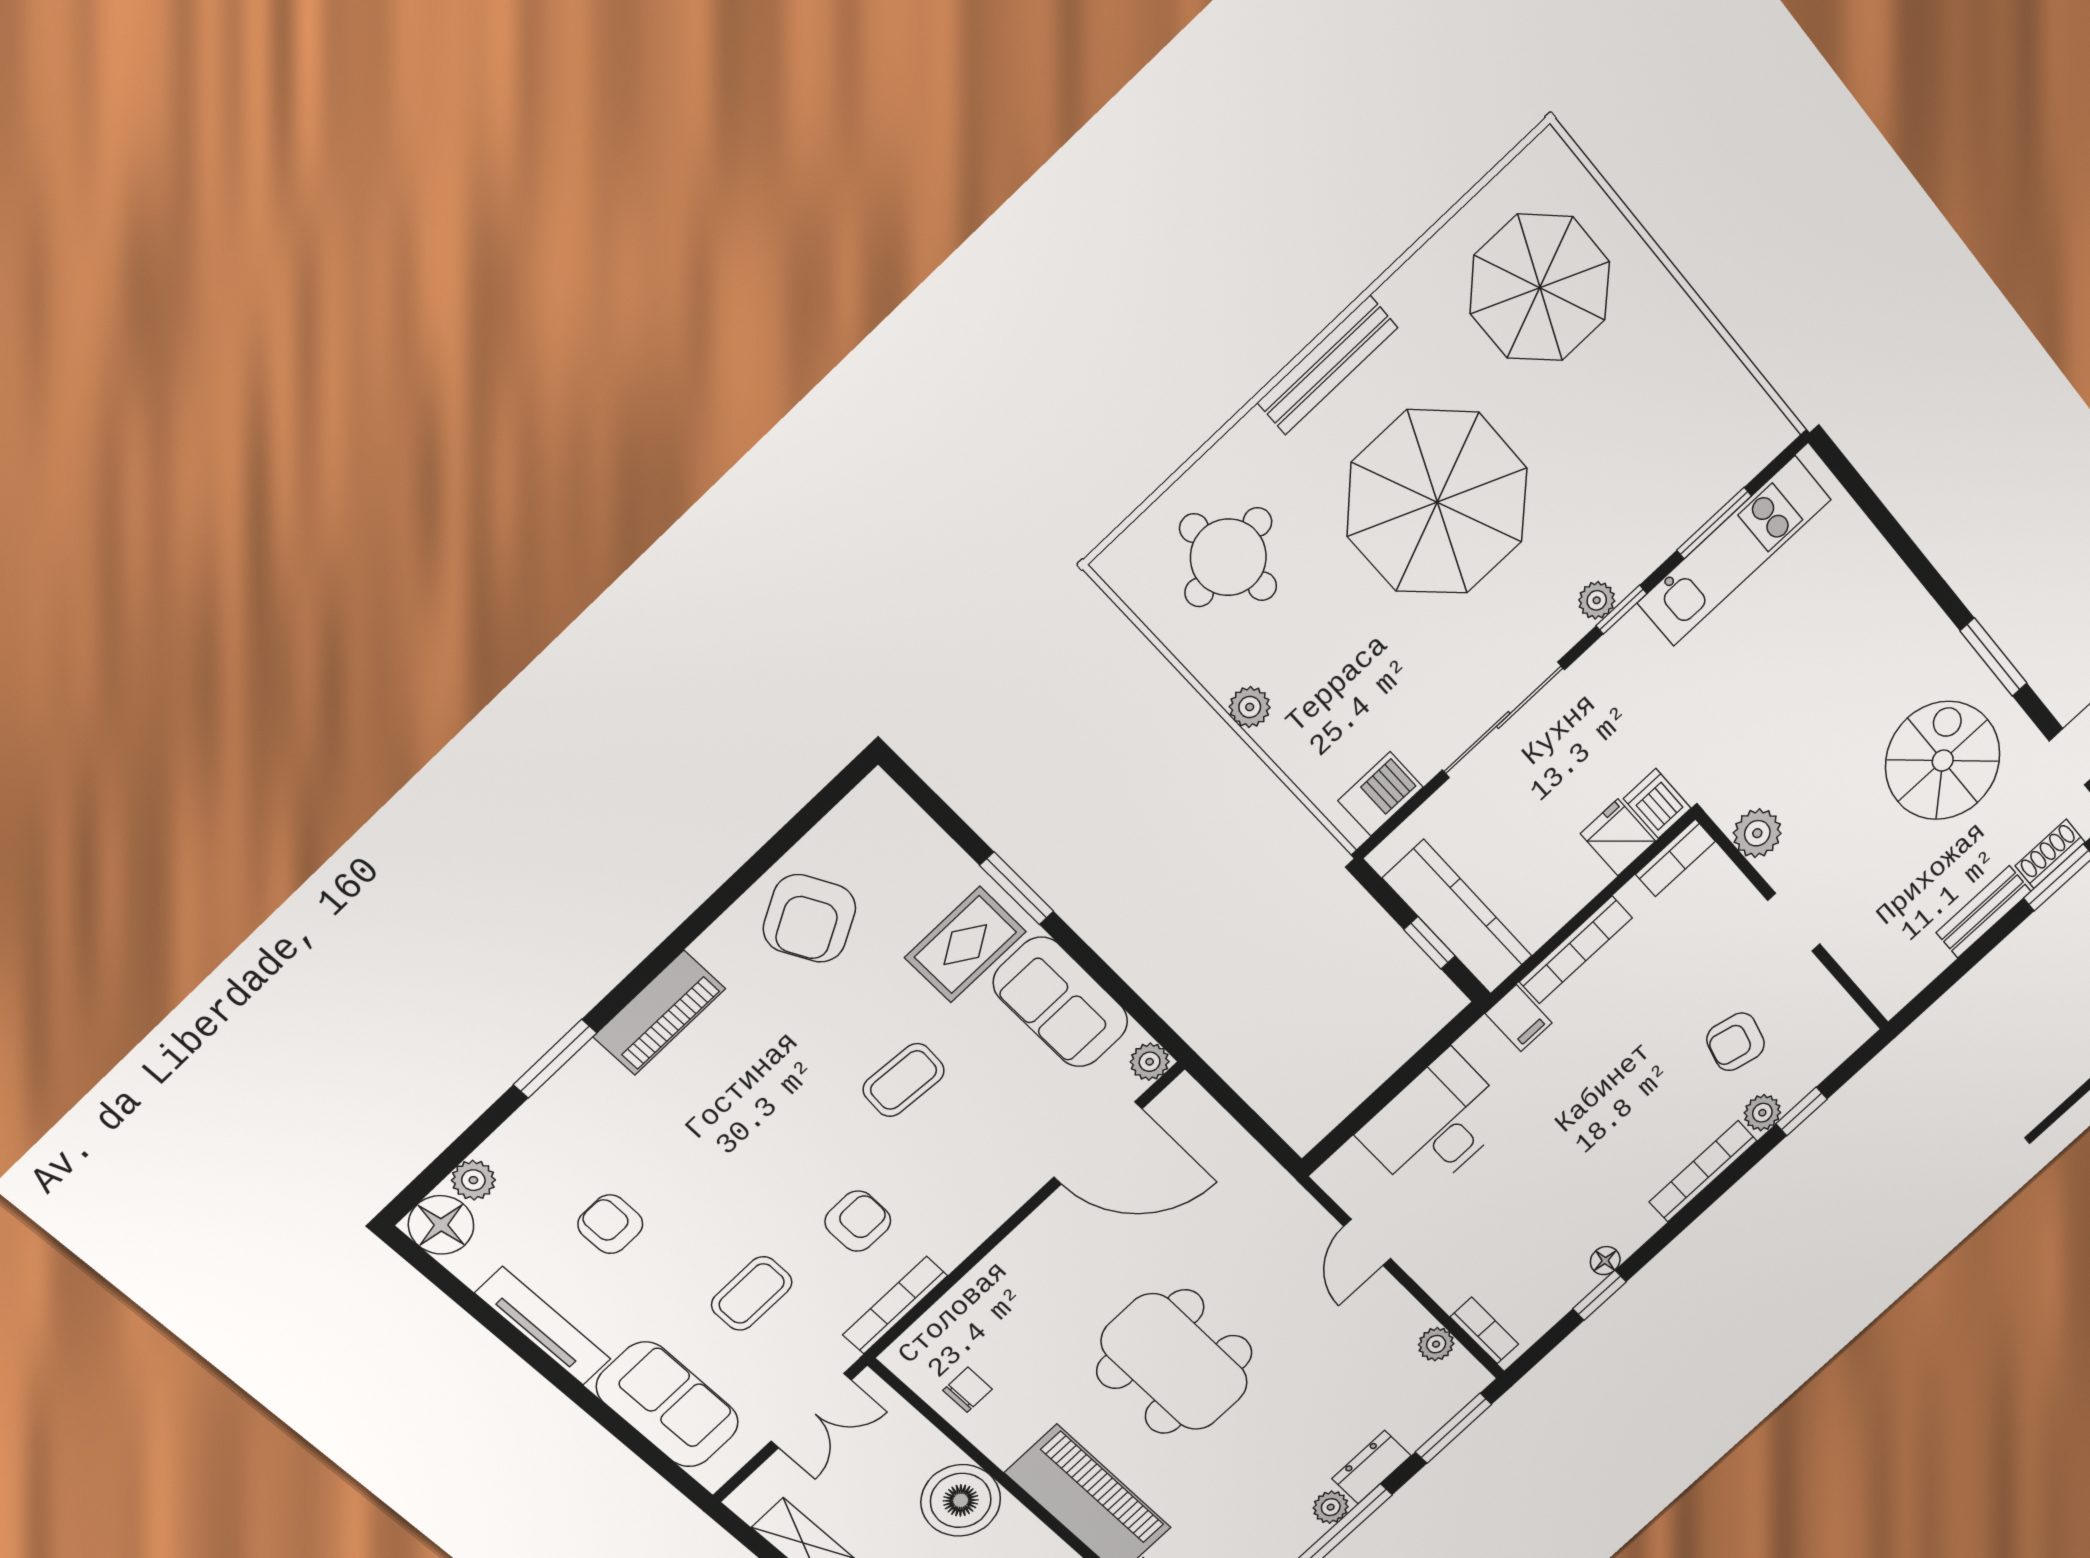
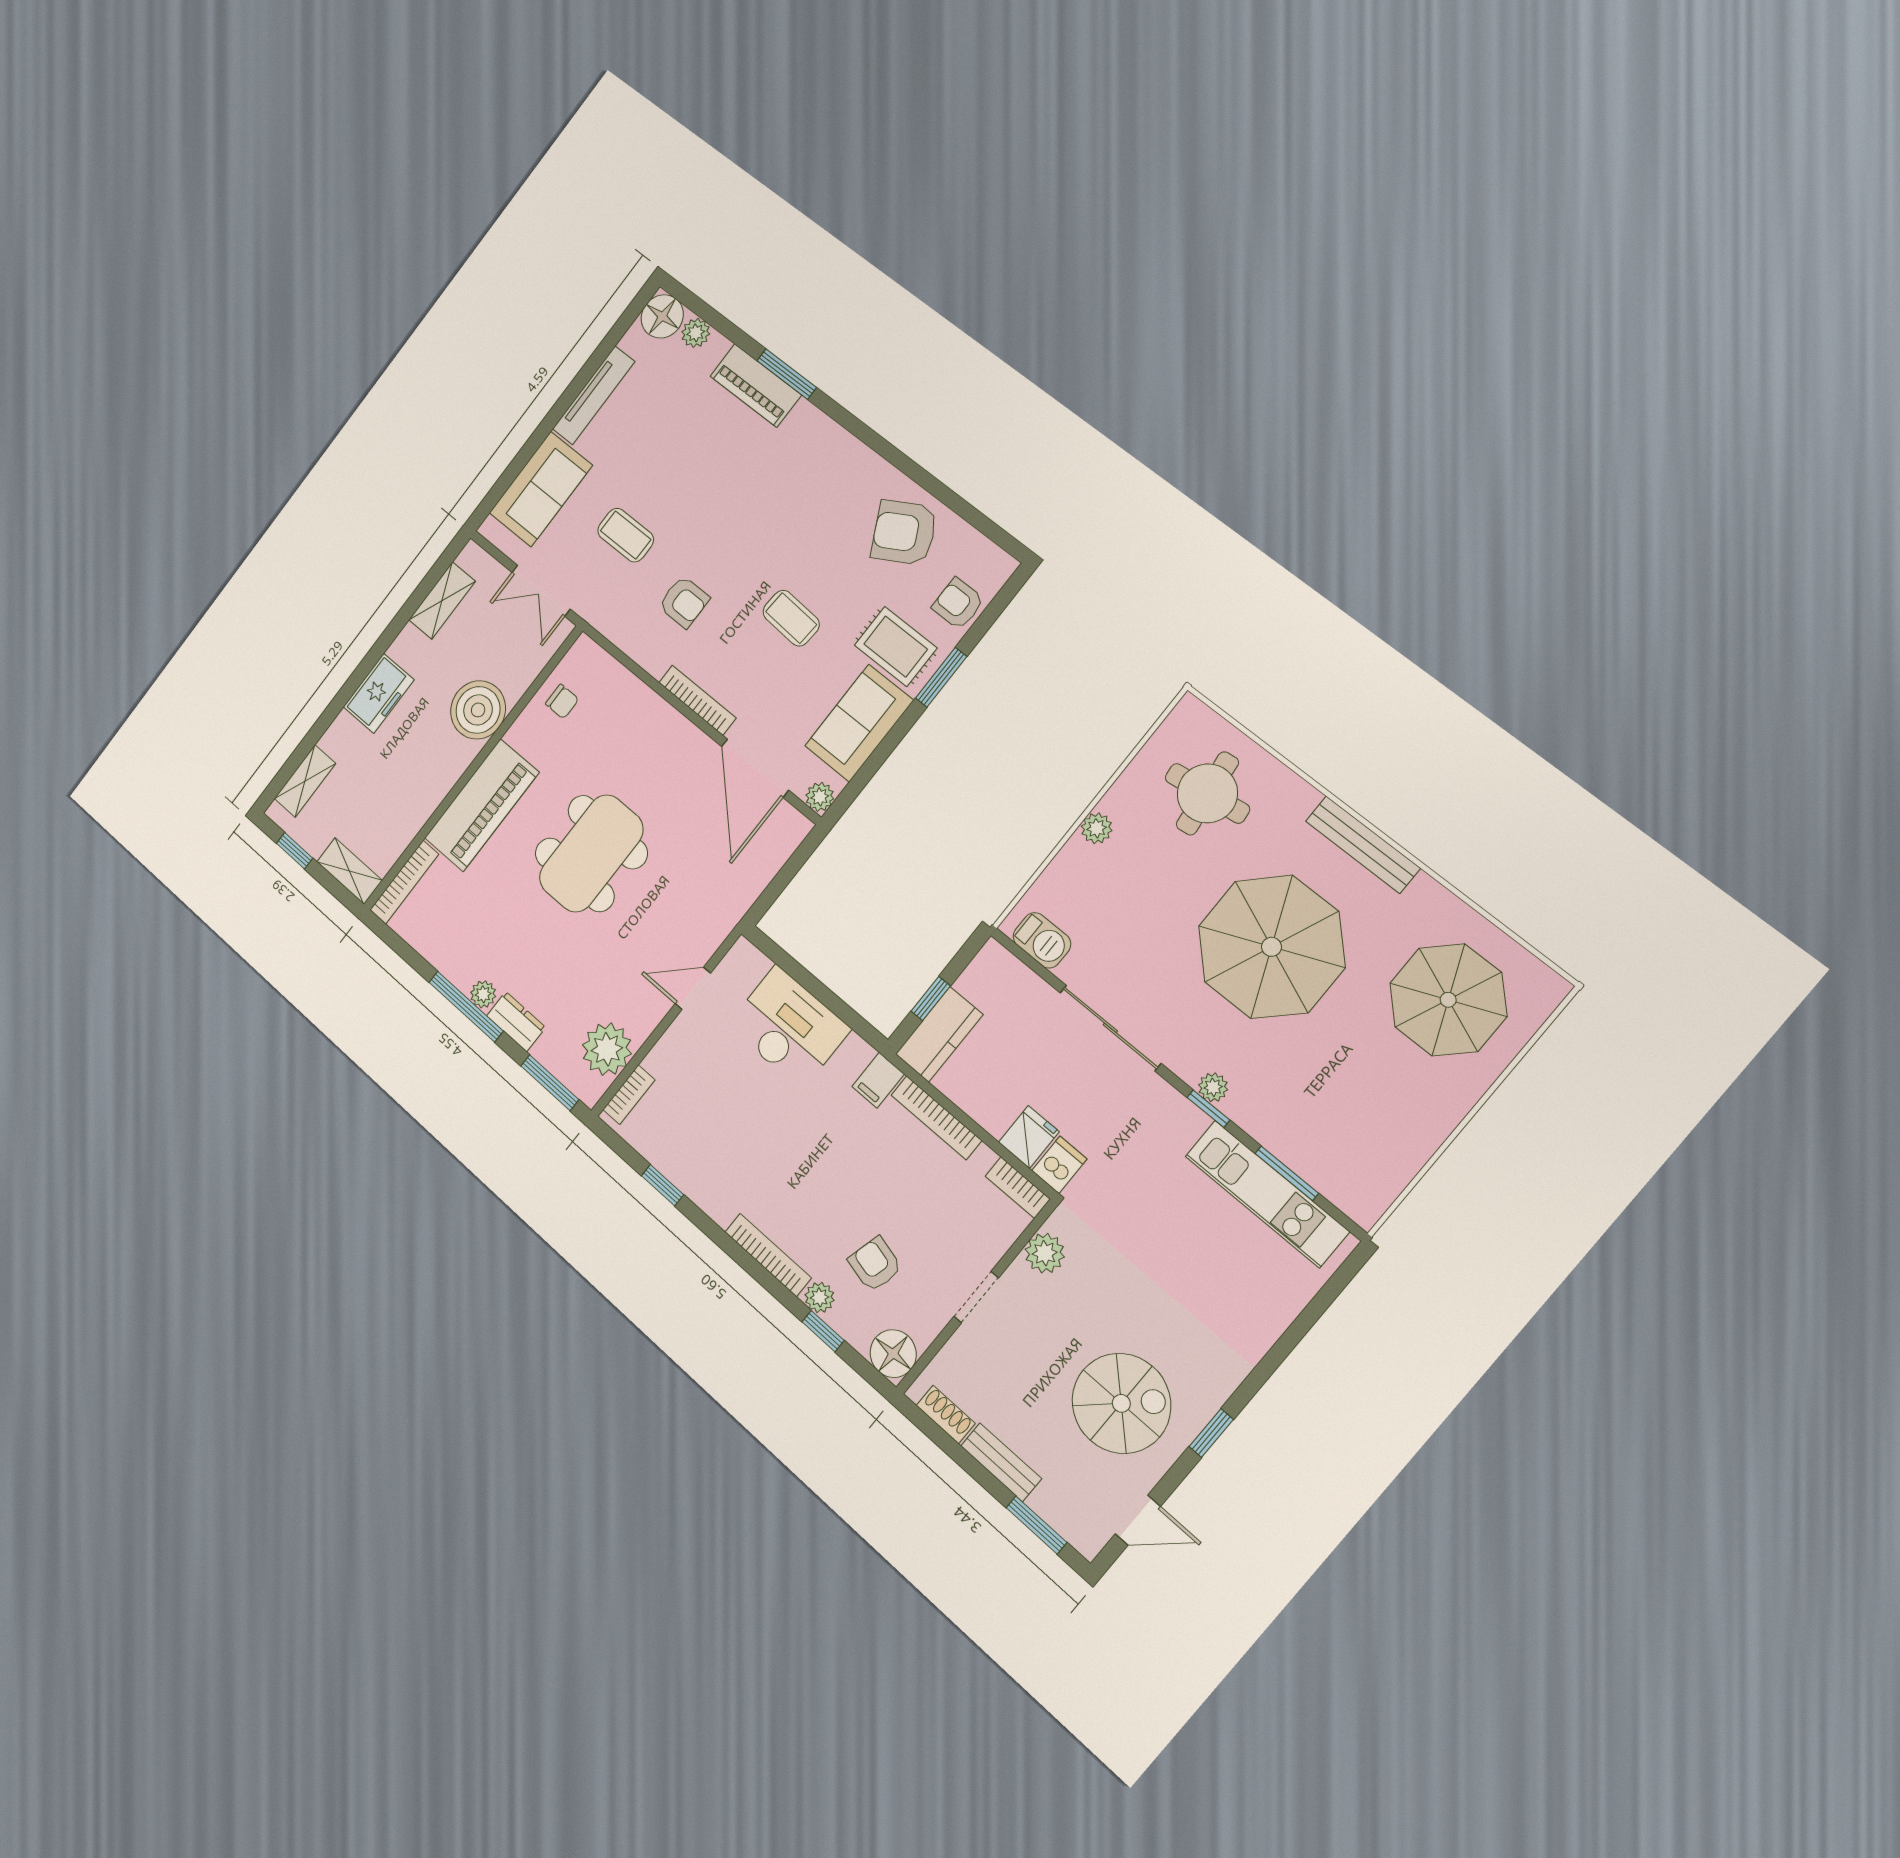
window: (1994, 657) -> (1211, 1433), width x0.67
shoe rack: (2050, 854) -> (946, 1414), moved
kitchen counter: (1457, 917) -> (939, 1034), width x0.67
piano: (659, 1013) -> (756, 385), moved
armchair: (610, 1224) -> (958, 604), moved, turned -90
floor lamp: (1605, 1261) -> (893, 1354), moved, width x1.89, depth x1.89
bookcase: (895, 1305) -> (697, 700), moved
plant: (1436, 1344) -> (607, 1049), width x1.88, depth x1.88

